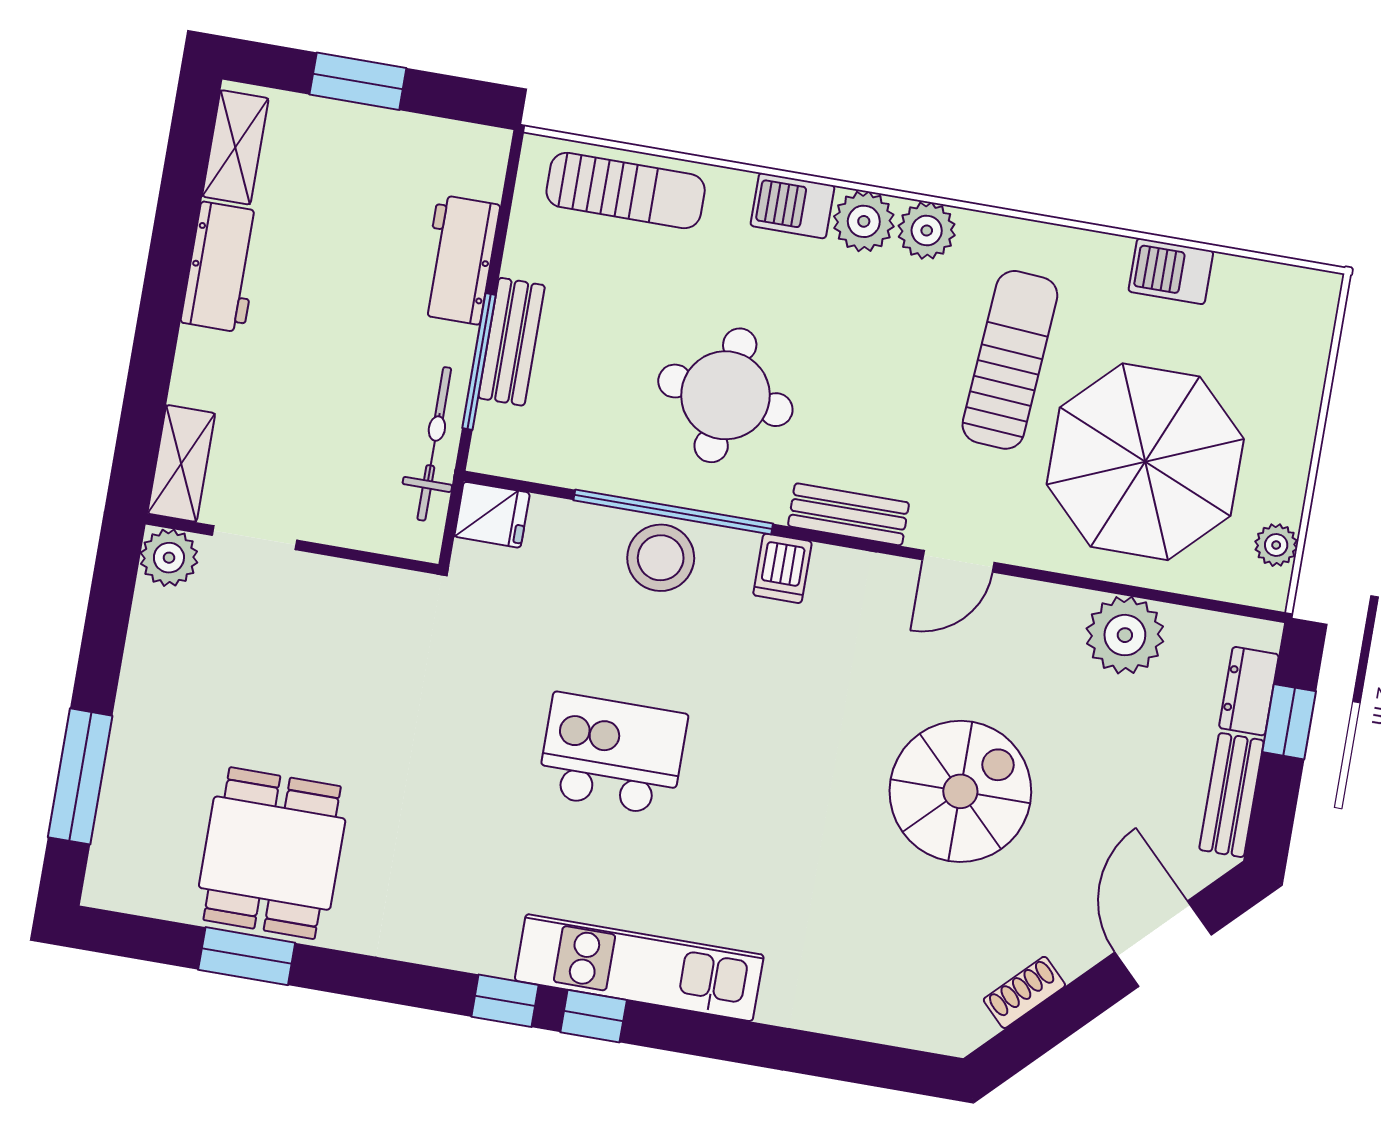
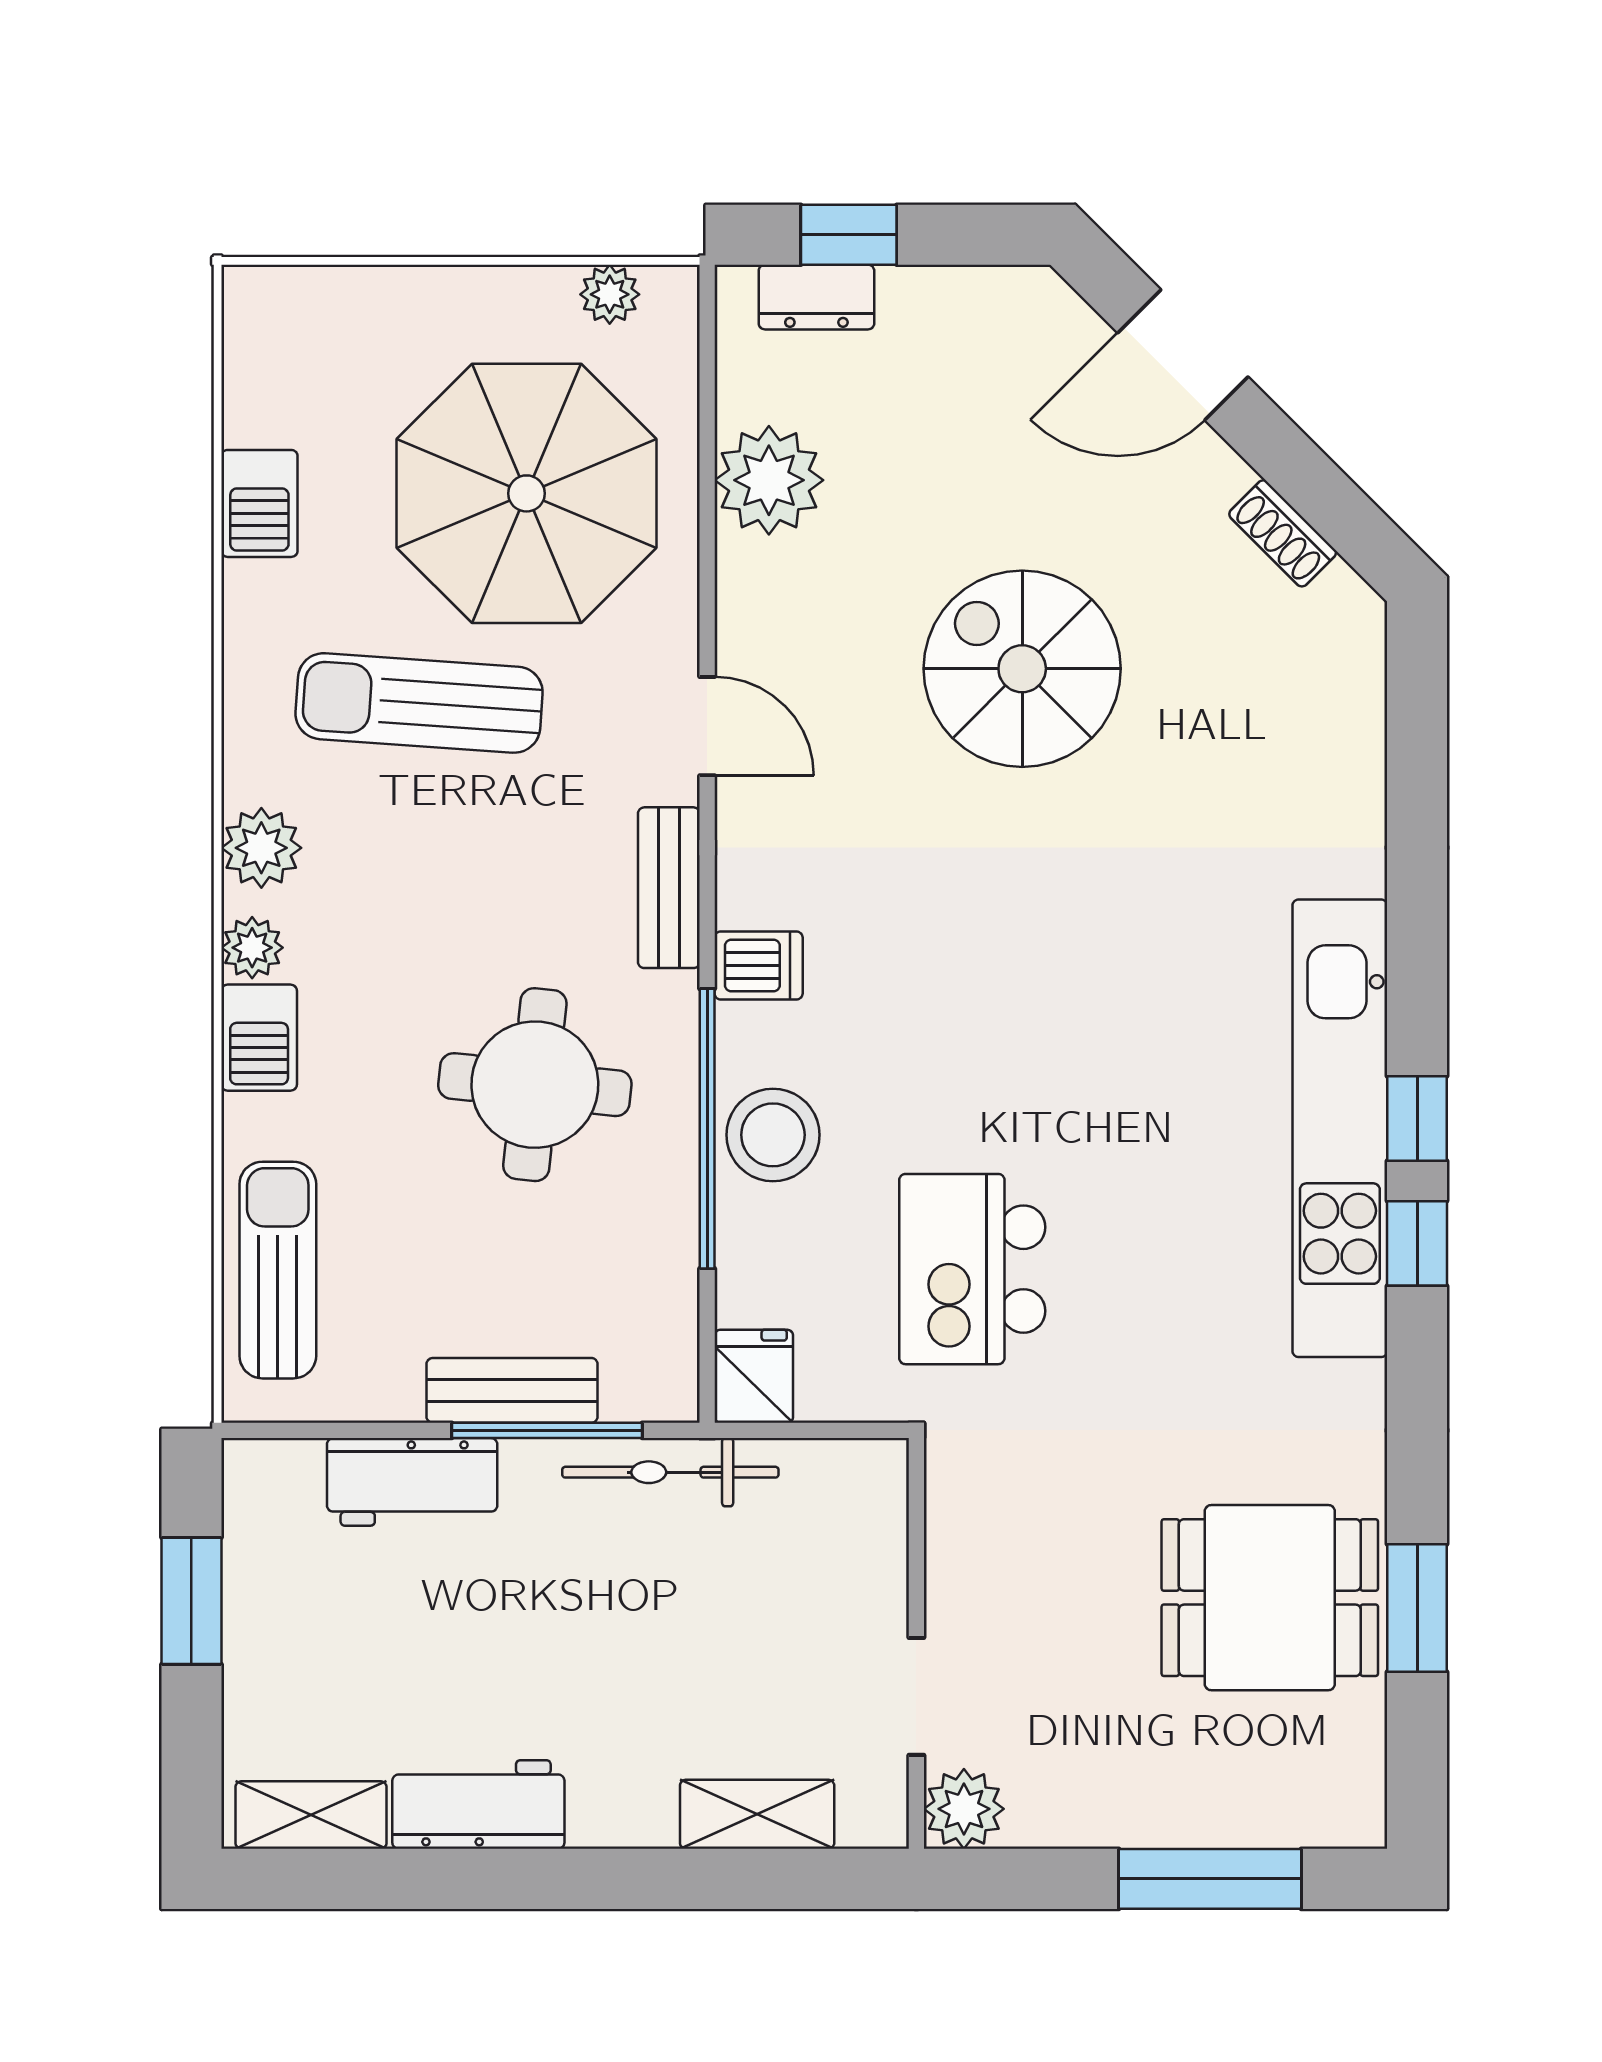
window: (358, 81) -> (191, 1601), moved
plant: (864, 221) -> (252, 948), width x0.73, depth x0.73
doorway: (254, 538) -> (916, 1696), moved
wall: (292, 544) -> (916, 1643), moved
plant: (169, 558) -> (964, 1809), moved
kitchen island: (612, 754) -> (972, 1269), moved
bench: (1231, 795) -> (963, 296), removed
kitchen unit: (639, 968) -> (1340, 1128), width x1.36

